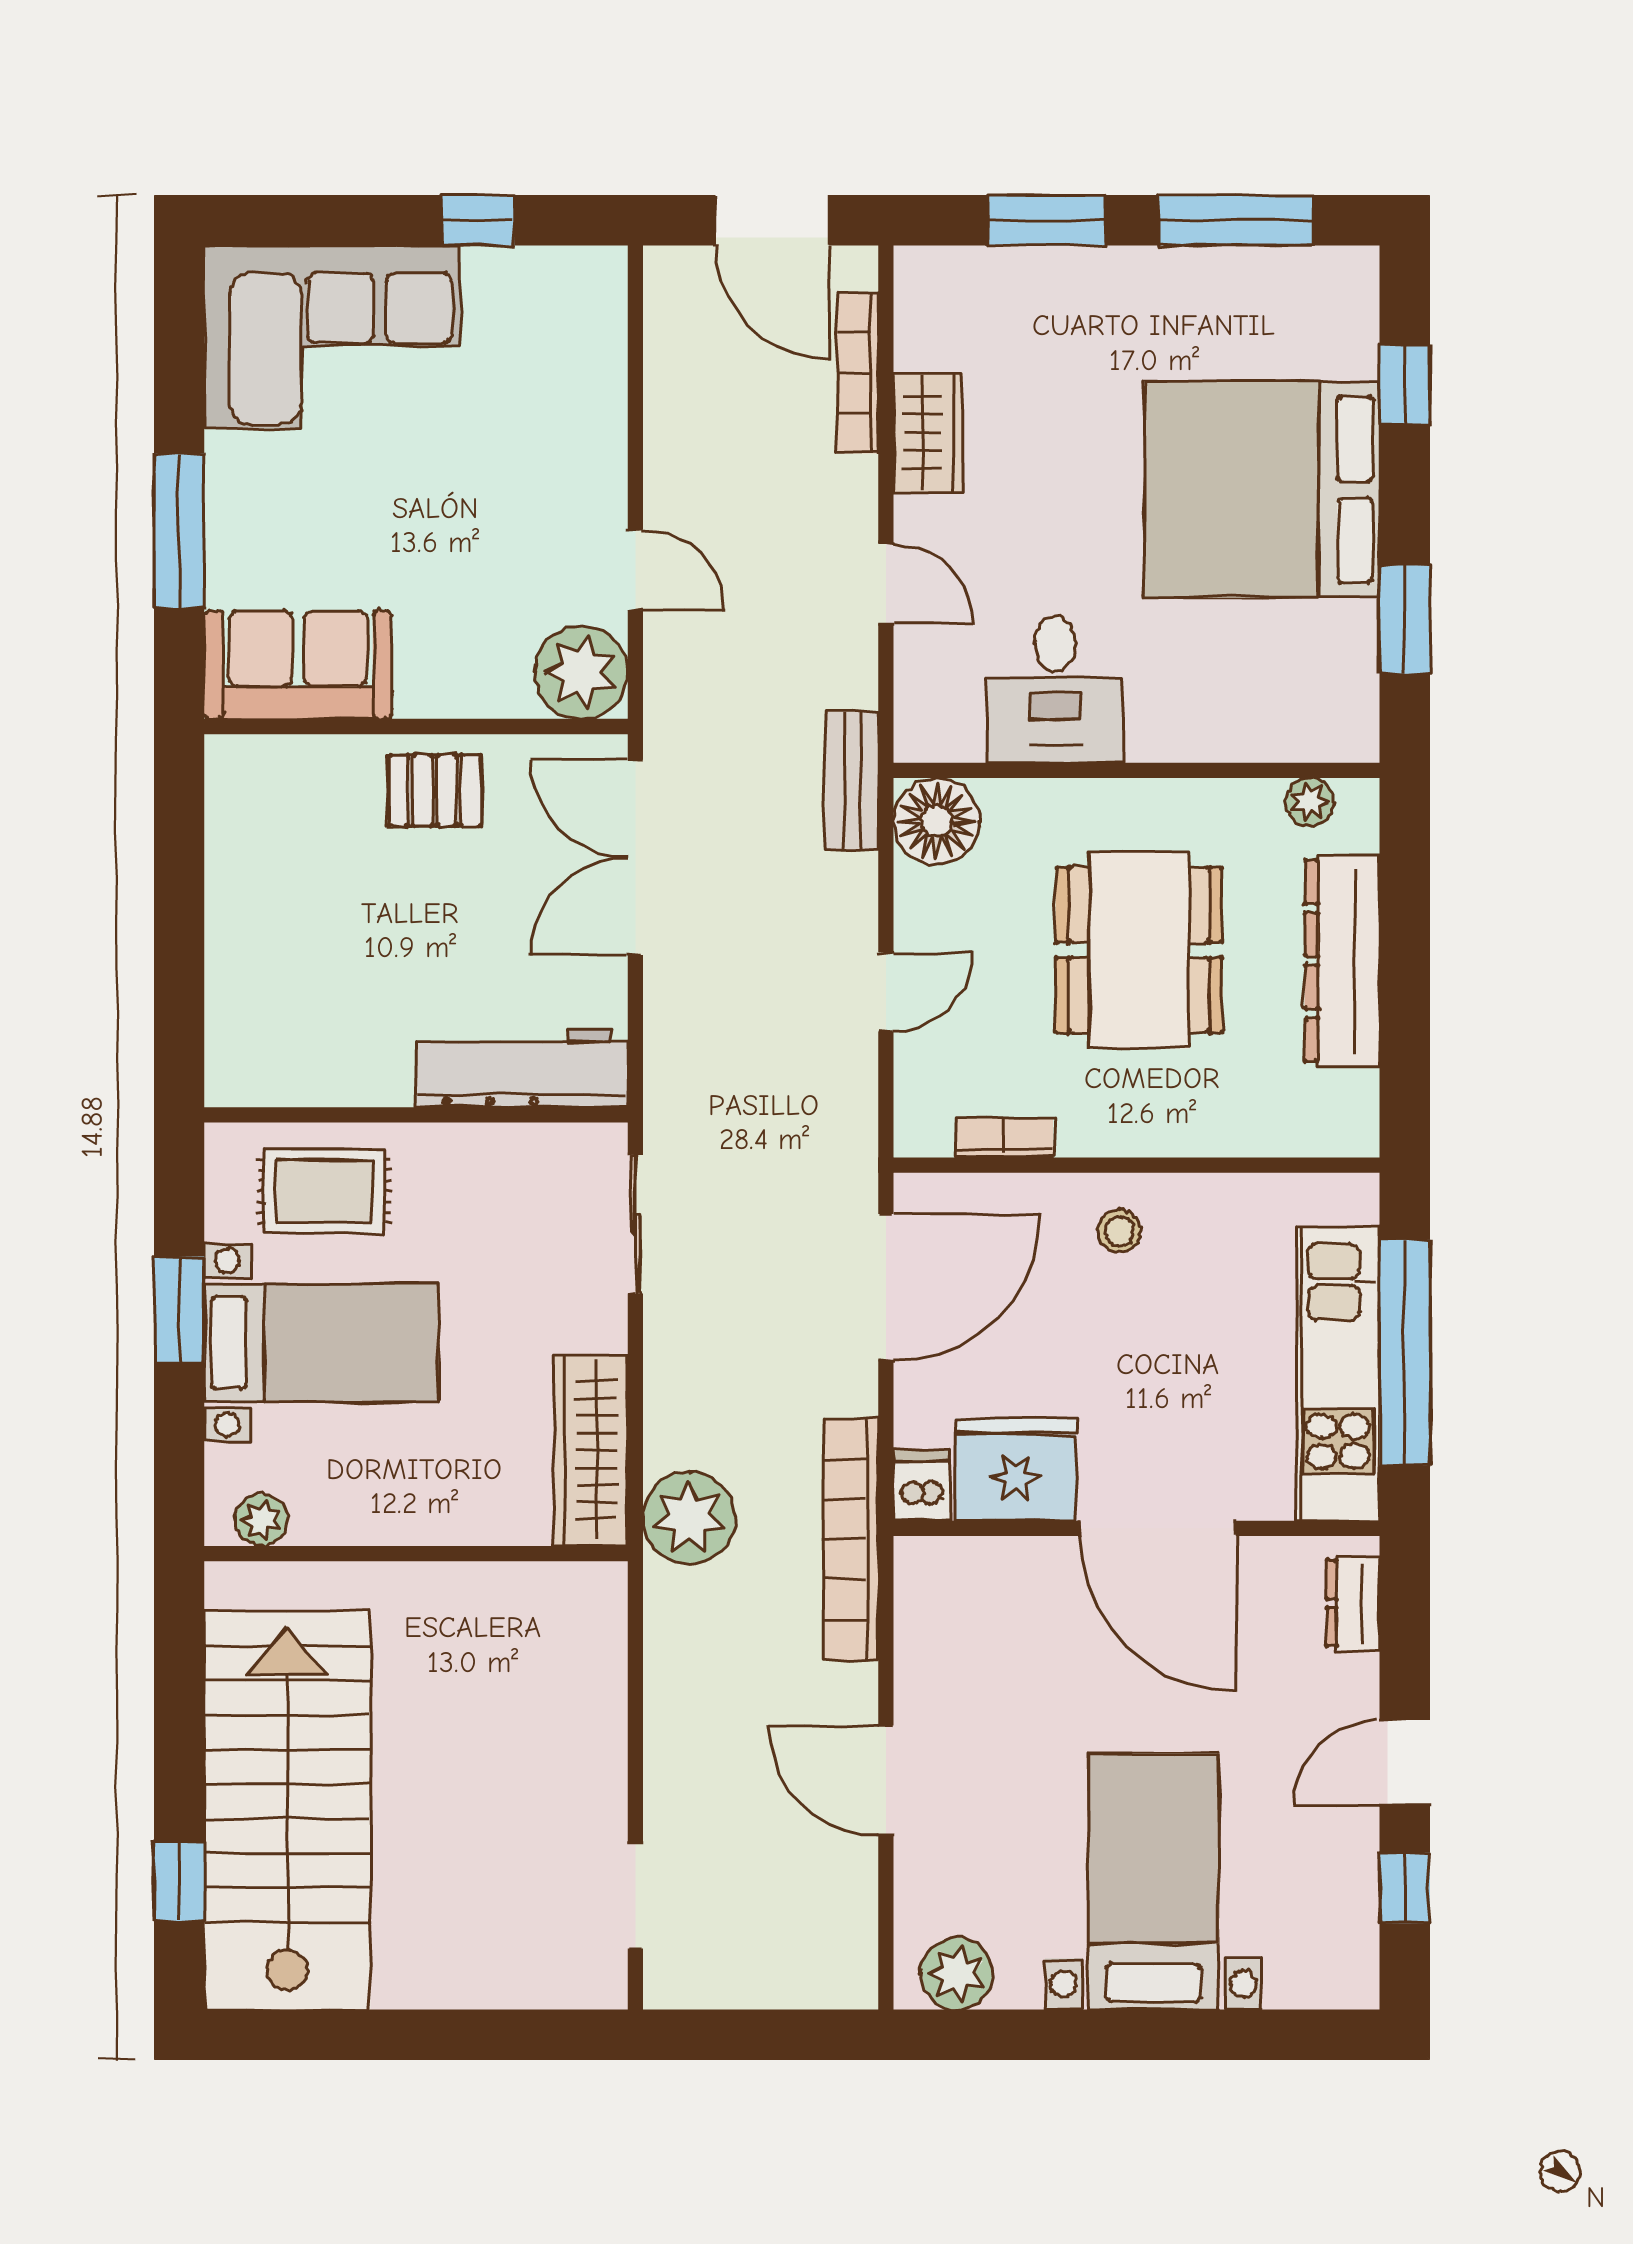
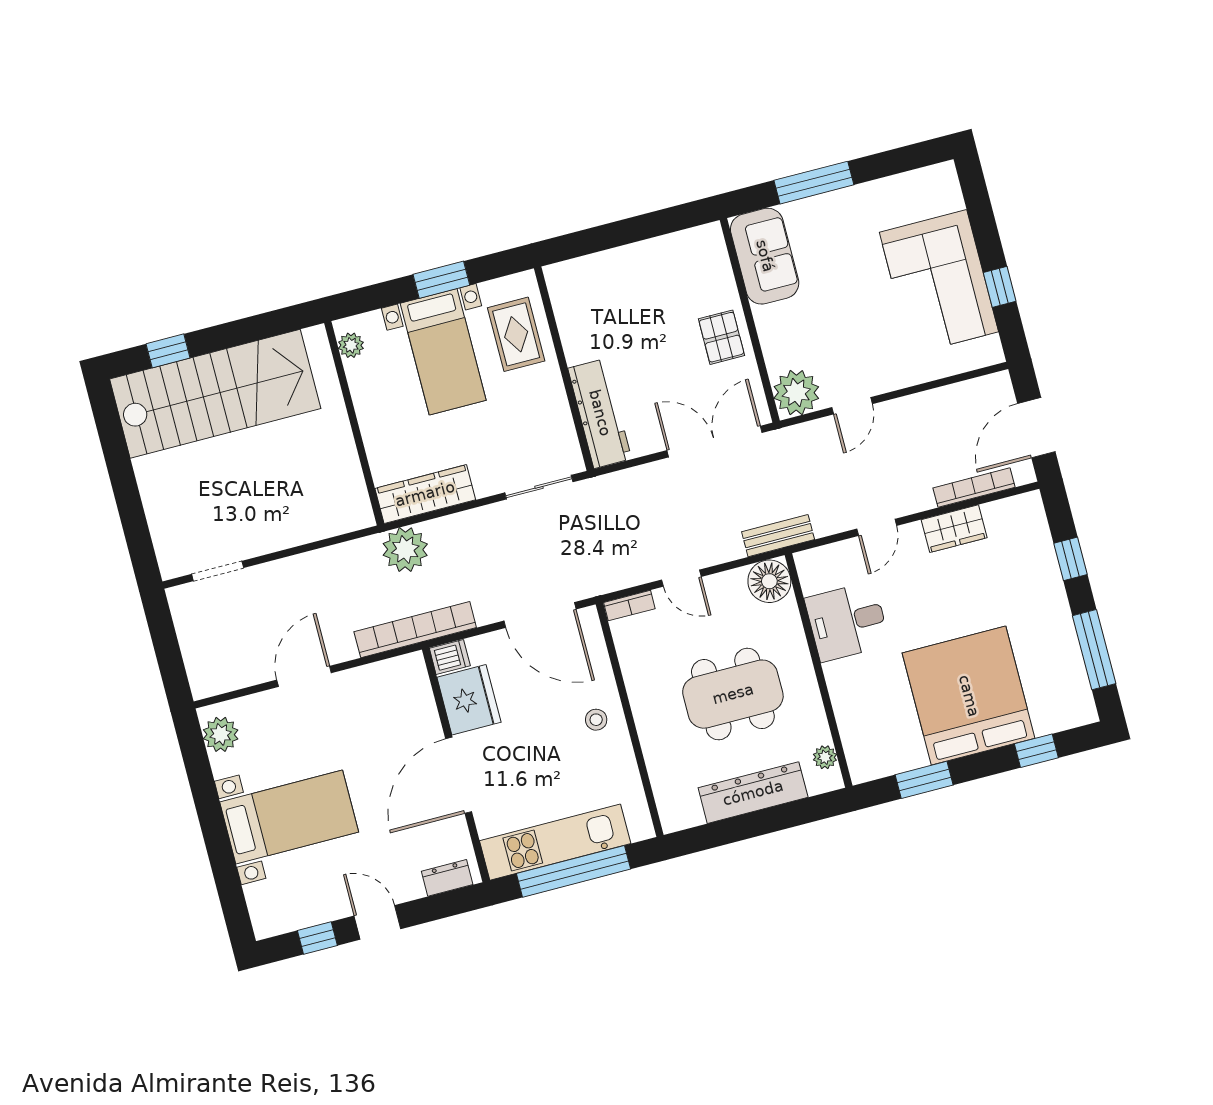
window: (1046, 220) -> (1071, 559), width x0.67
corner sofa: (332, 337) -> (939, 282), moved
bookcase: (1004, 1138) -> (629, 606), moved, turned 90

